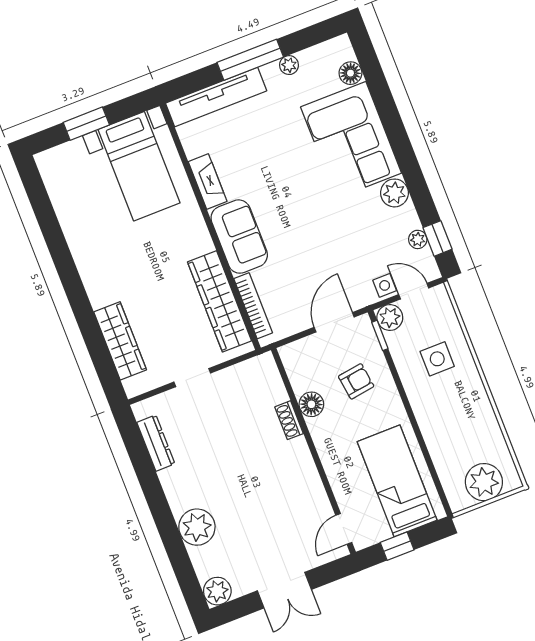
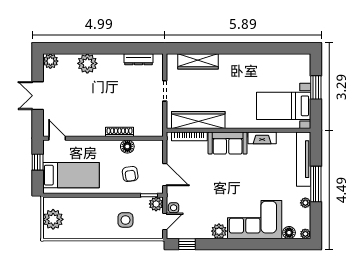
plant: (418, 239) -> (305, 234), moved
shoe rack: (289, 420) -> (120, 132), width x1.43

